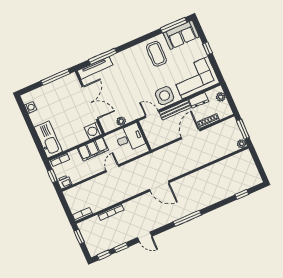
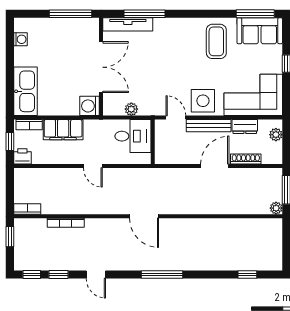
filing cabinet: (93, 149) -> (63, 130), moved
door: (112, 168) -> (93, 166), swing flipped

